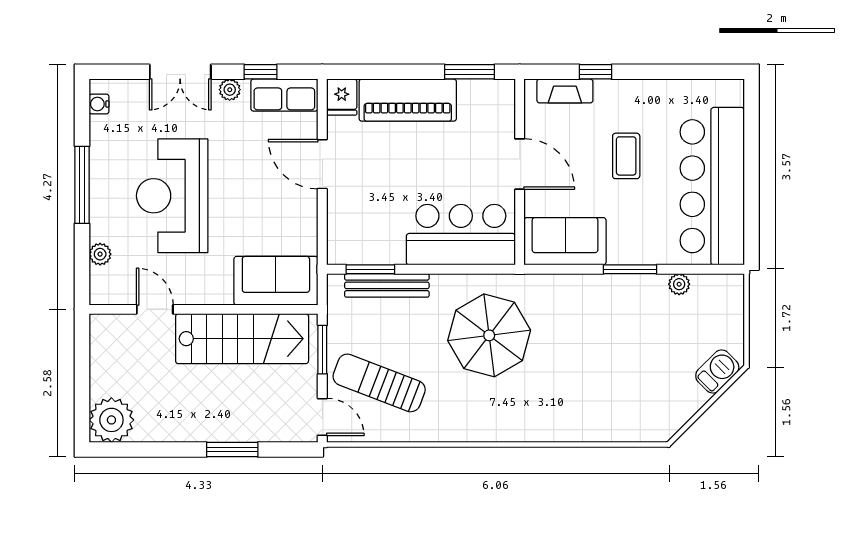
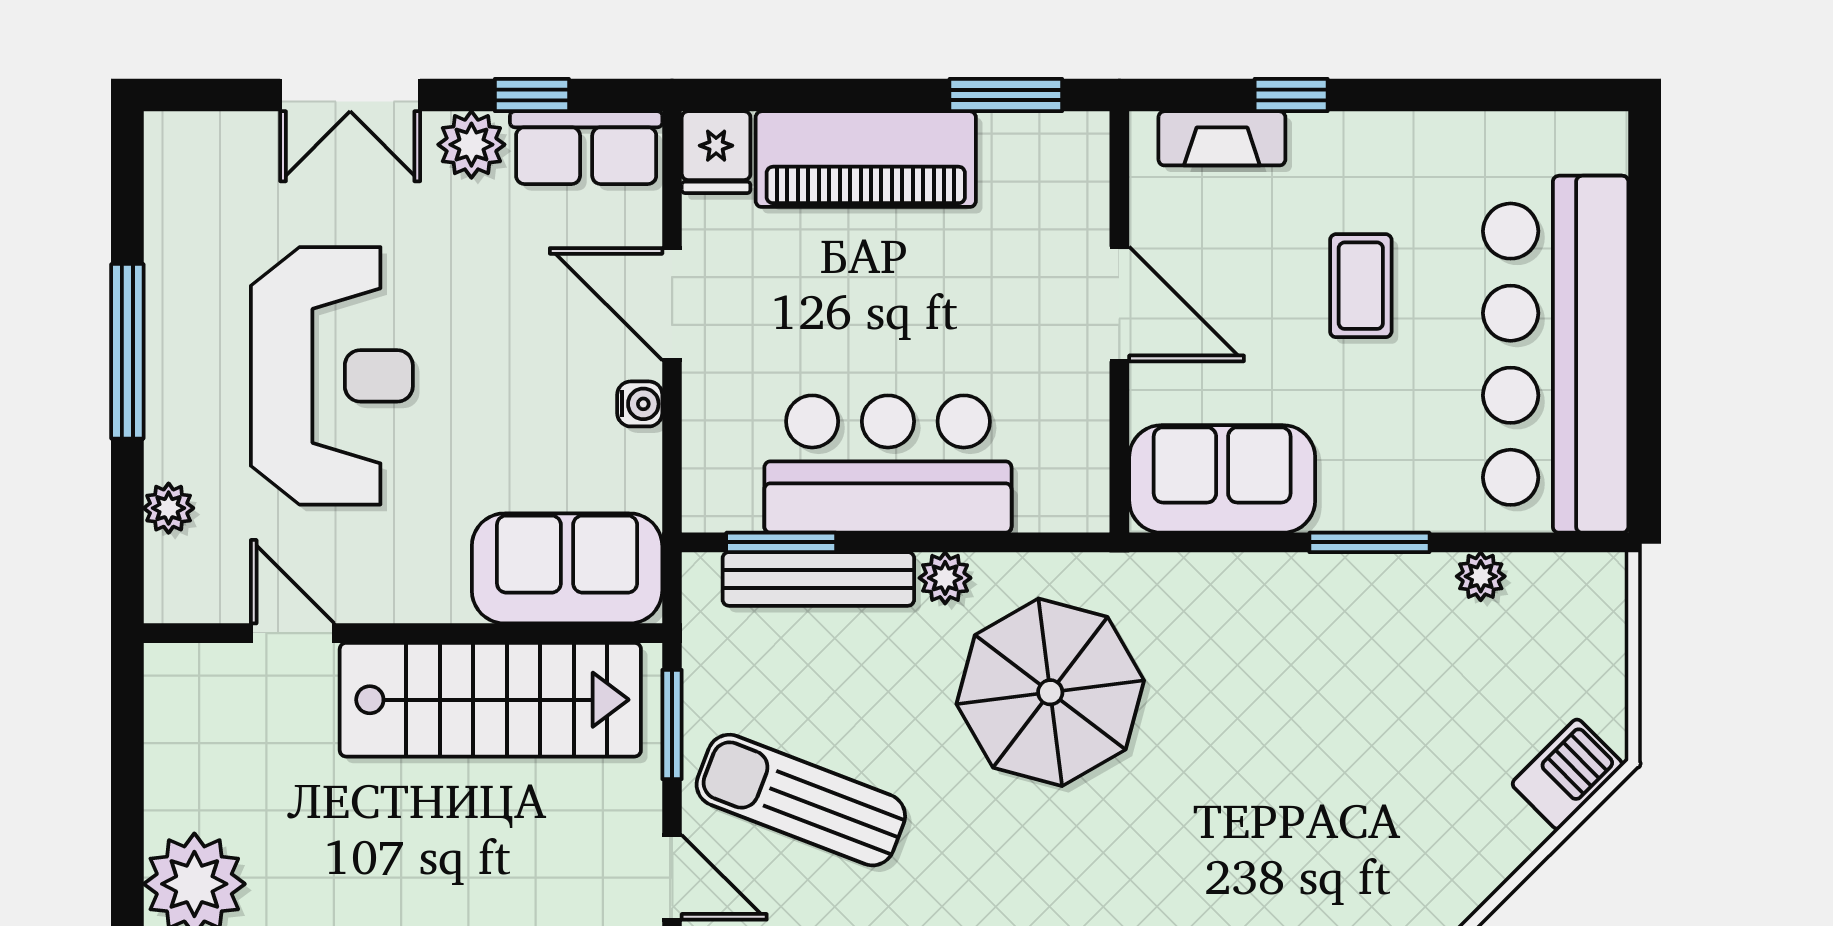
plant: (230, 90) -> (471, 145), width x1.38, depth x1.38
water cooler: (99, 104) -> (640, 404), moved, turned 180
reception desk: (172, 196) -> (332, 376), turned 180
bar counter: (461, 235) -> (888, 464), moved
plant: (443, 285) -> (945, 578), added

